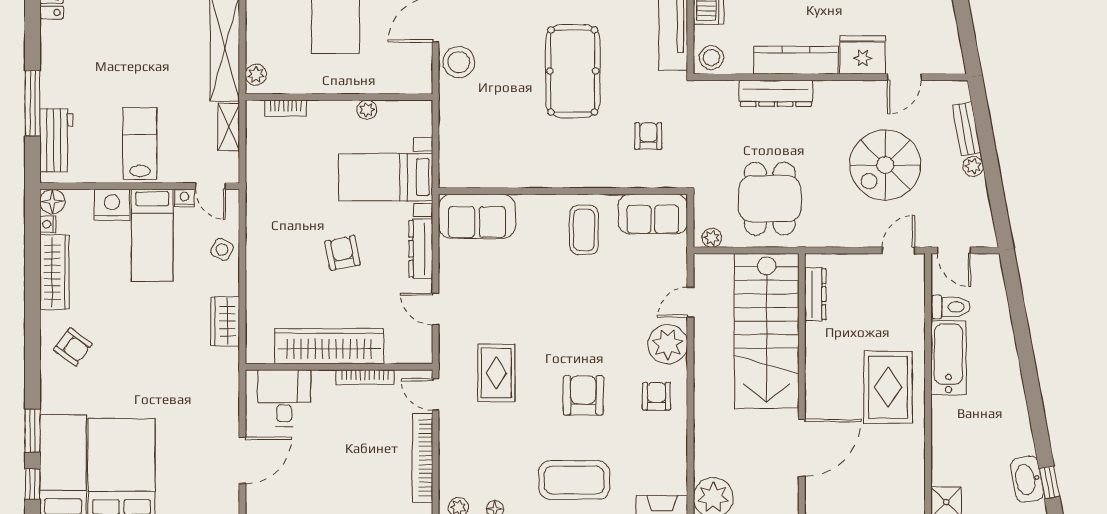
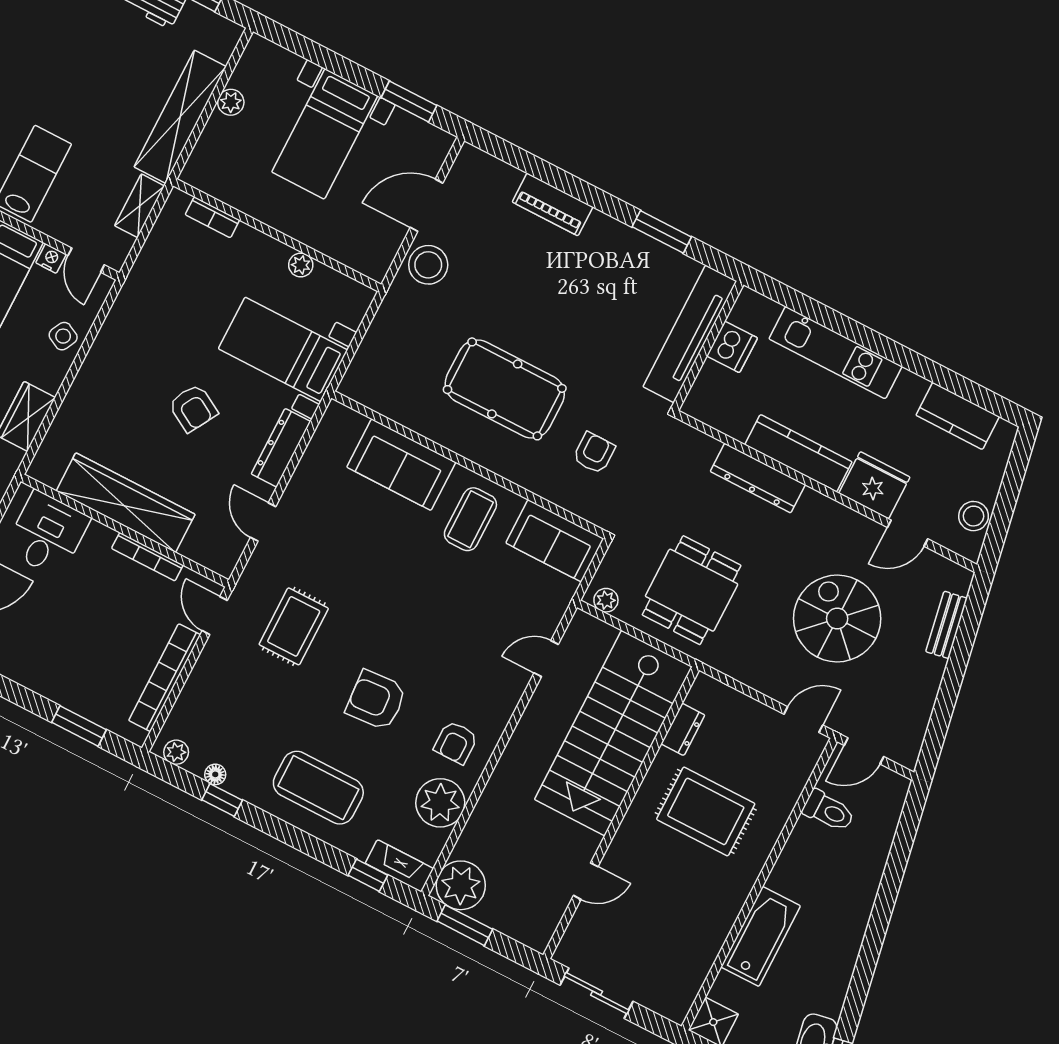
stool: (711, 58) -> (974, 516), moved
pool table: (573, 71) -> (505, 389), moved, turned 90
plant: (256, 75) -> (231, 102), moved
spiral stairs: (885, 165) -> (837, 619), turned 90
plant: (973, 166) -> (933, 670), removed
sofa: (477, 216) -> (401, 465), moved
door: (954, 250) -> (864, 751), hinge flipped
armchair: (343, 253) -> (193, 408), turned 131
dresser: (815, 294) -> (683, 729), width x0.70
plant: (668, 344) -> (440, 803), moved
bathtub: (948, 358) -> (761, 936), moved
rug: (888, 387) -> (706, 811), moved, turned 90
armchair: (583, 395) -> (376, 700), turned -94
armchair: (656, 396) -> (456, 742), turned 180
door: (802, 448) -> (586, 881), width x0.53

